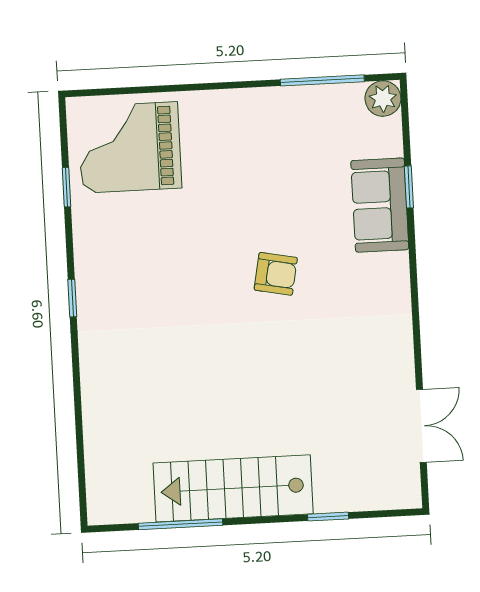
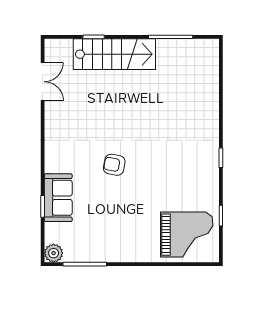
double door: (421, 426) -> (43, 82), swing flipped
stairs: (233, 488) -> (114, 54), moved

